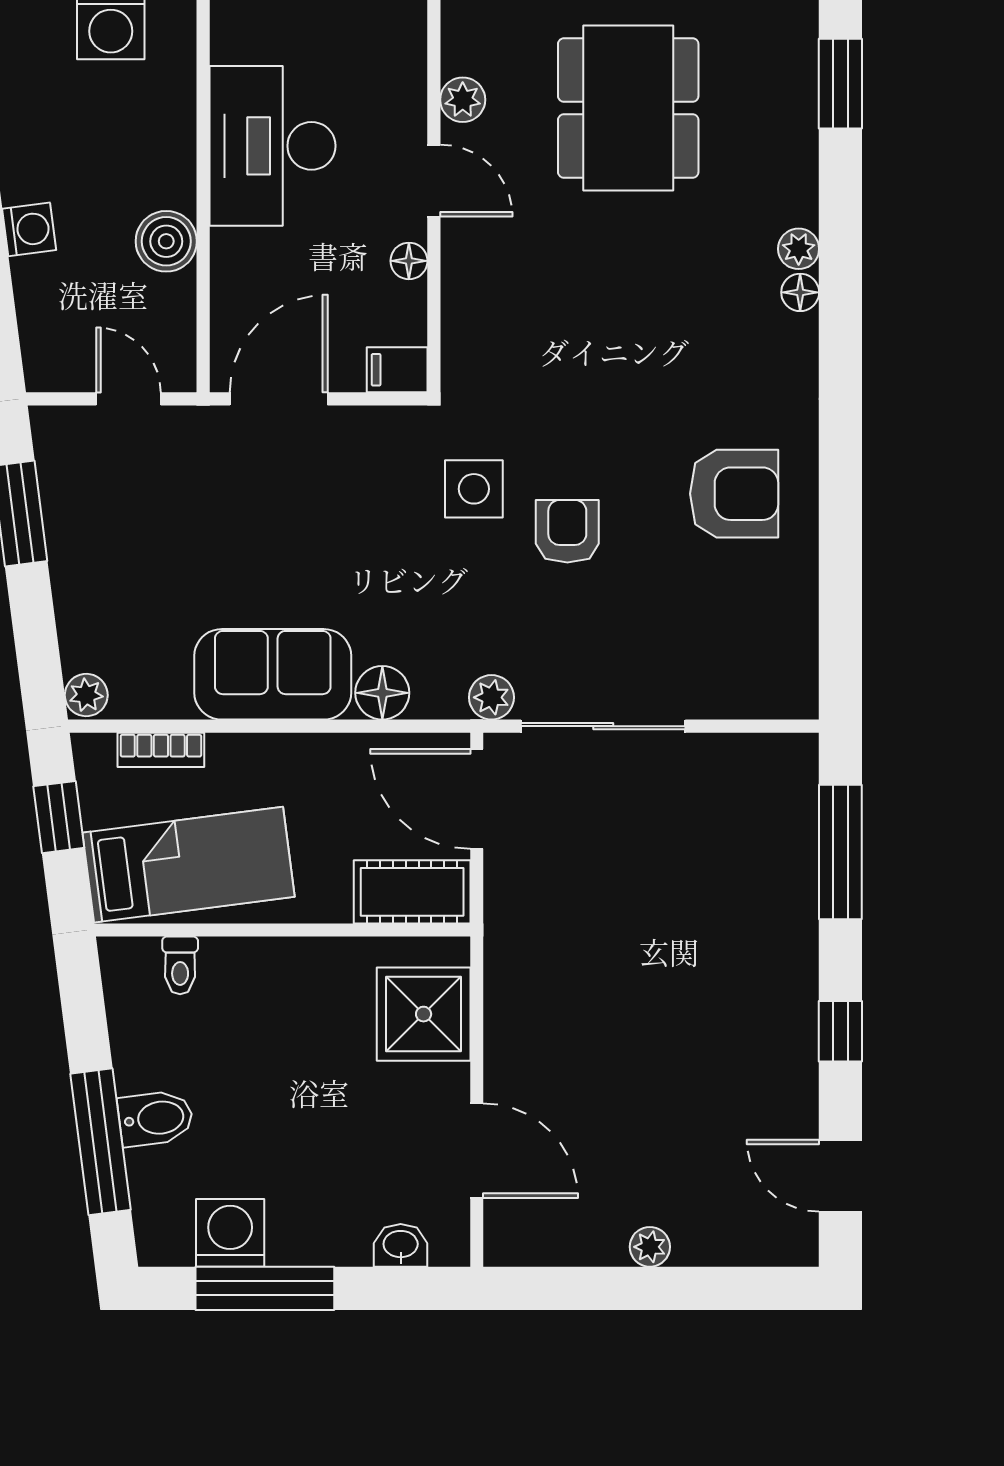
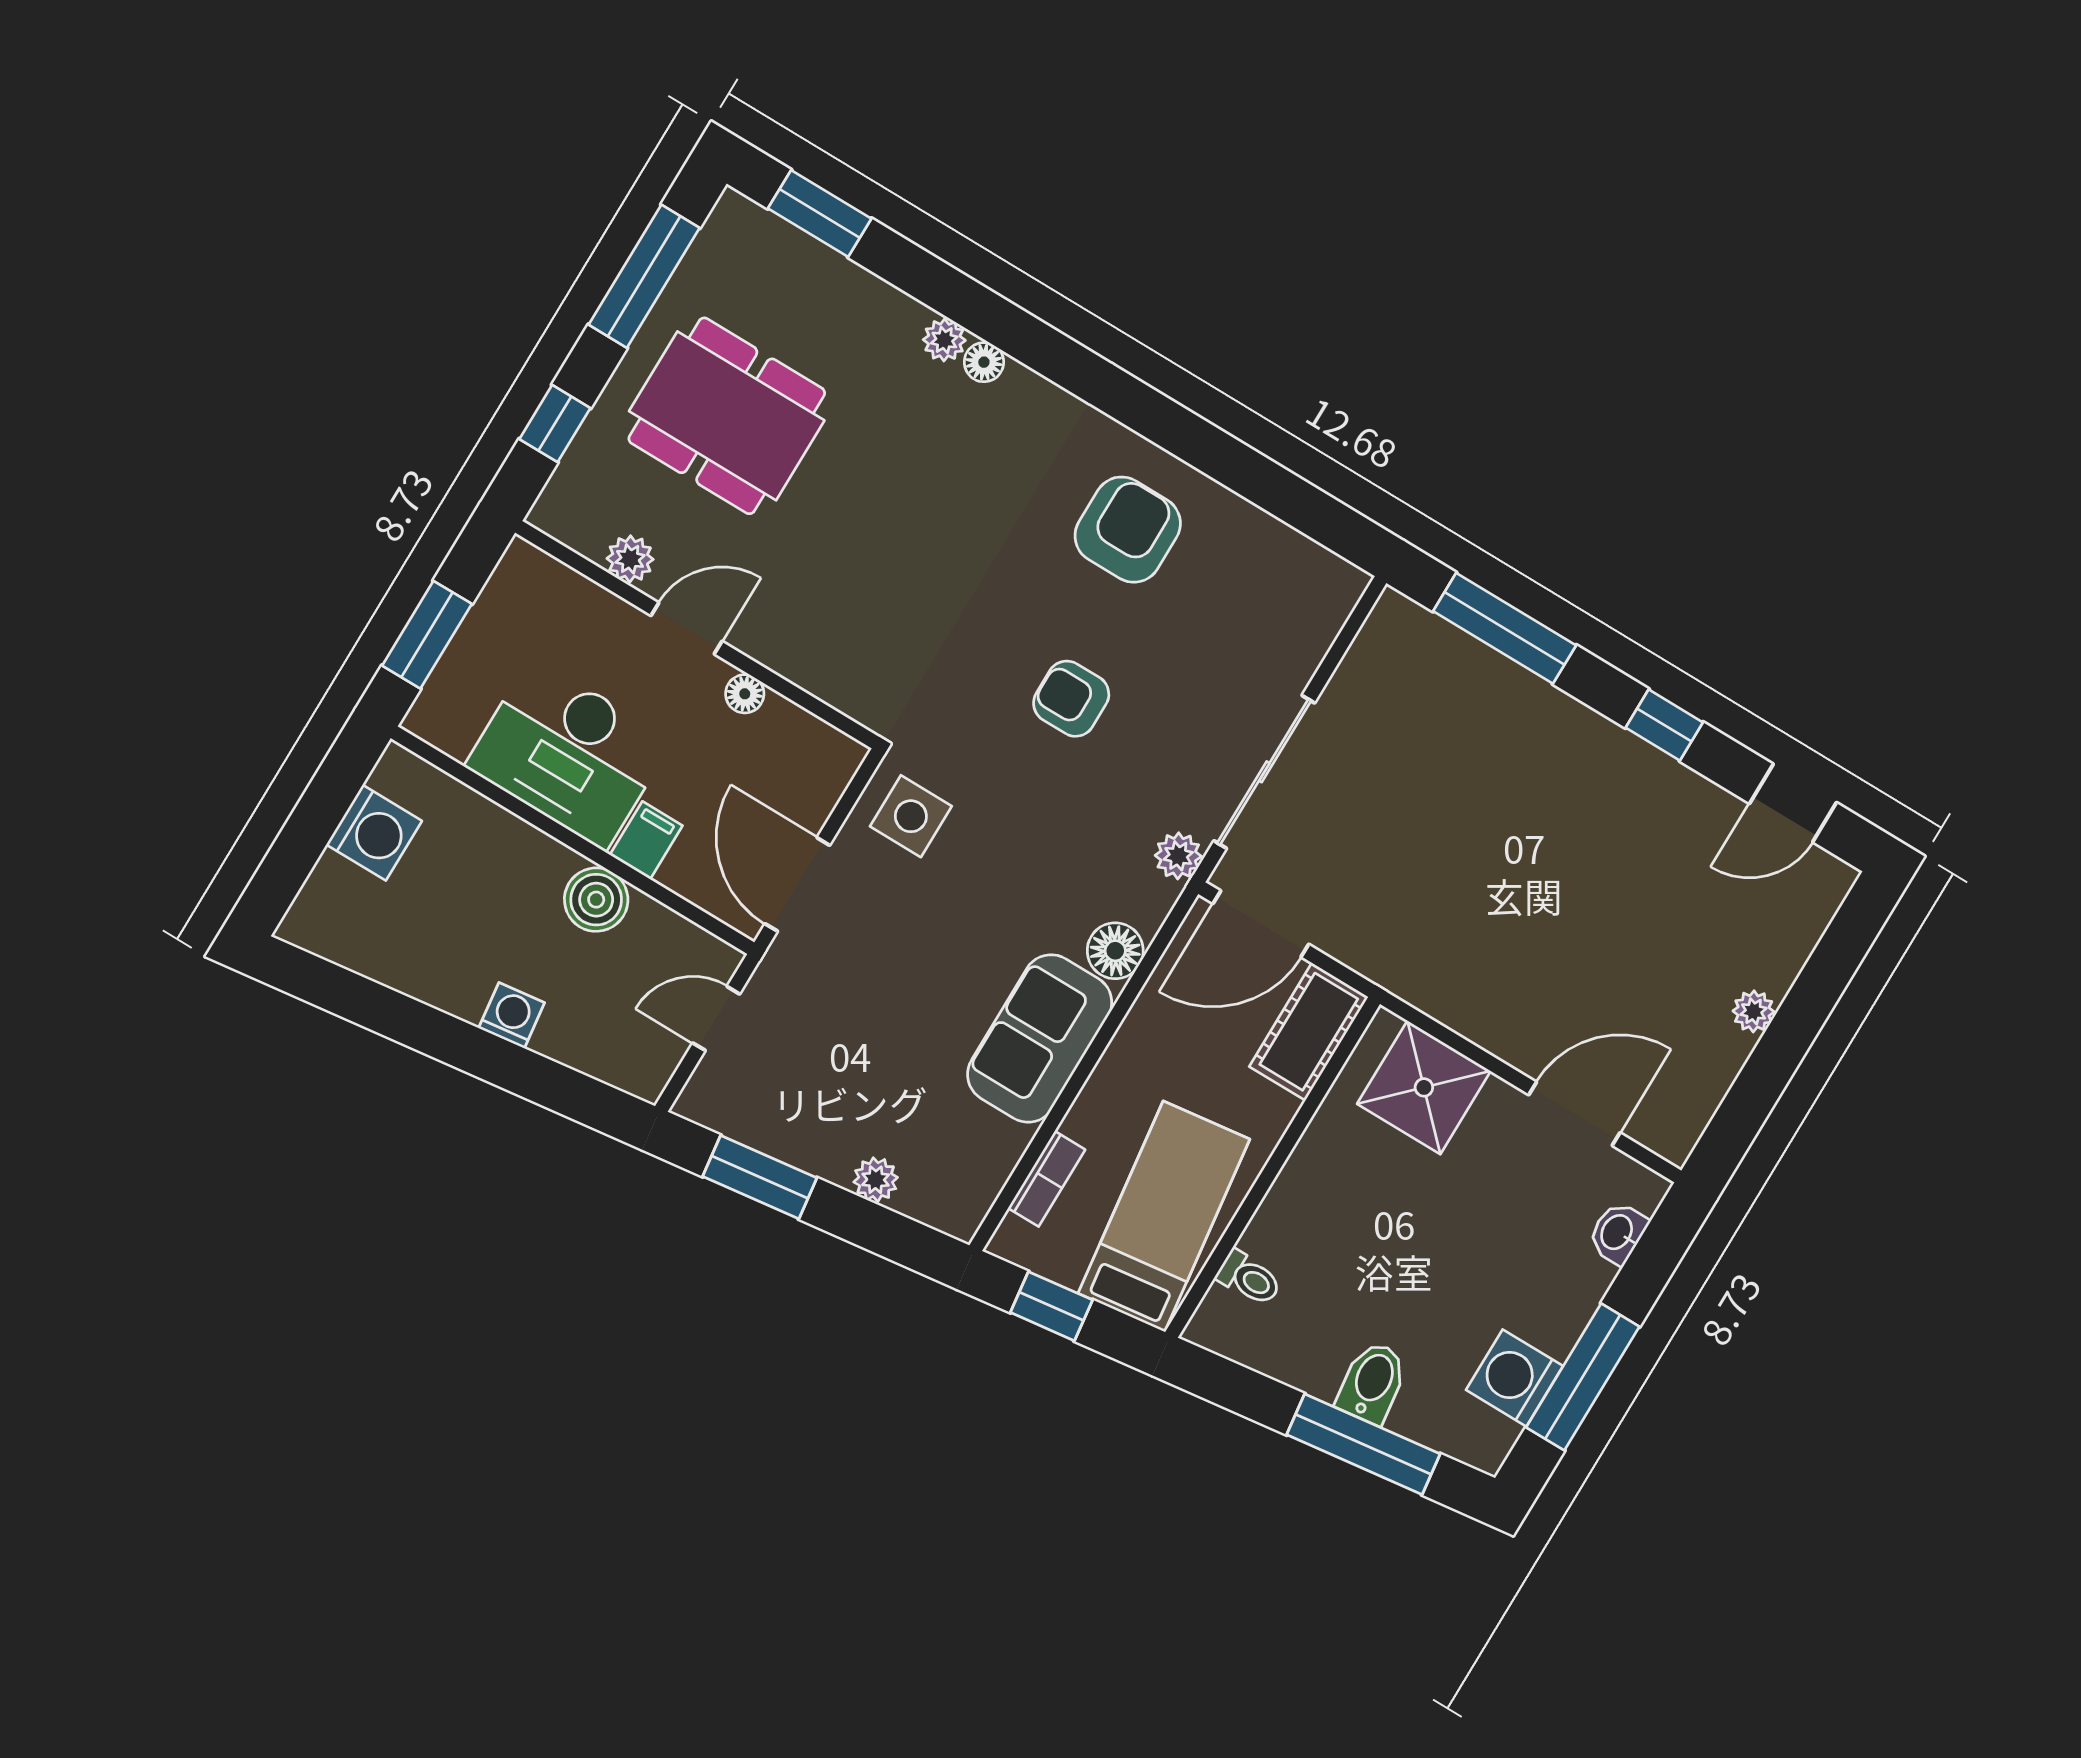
filing cabinet: (397, 370) -> (646, 840), moved, turned 180
side table: (474, 489) -> (911, 816), moved
plant: (86, 695) -> (876, 1180), moved

